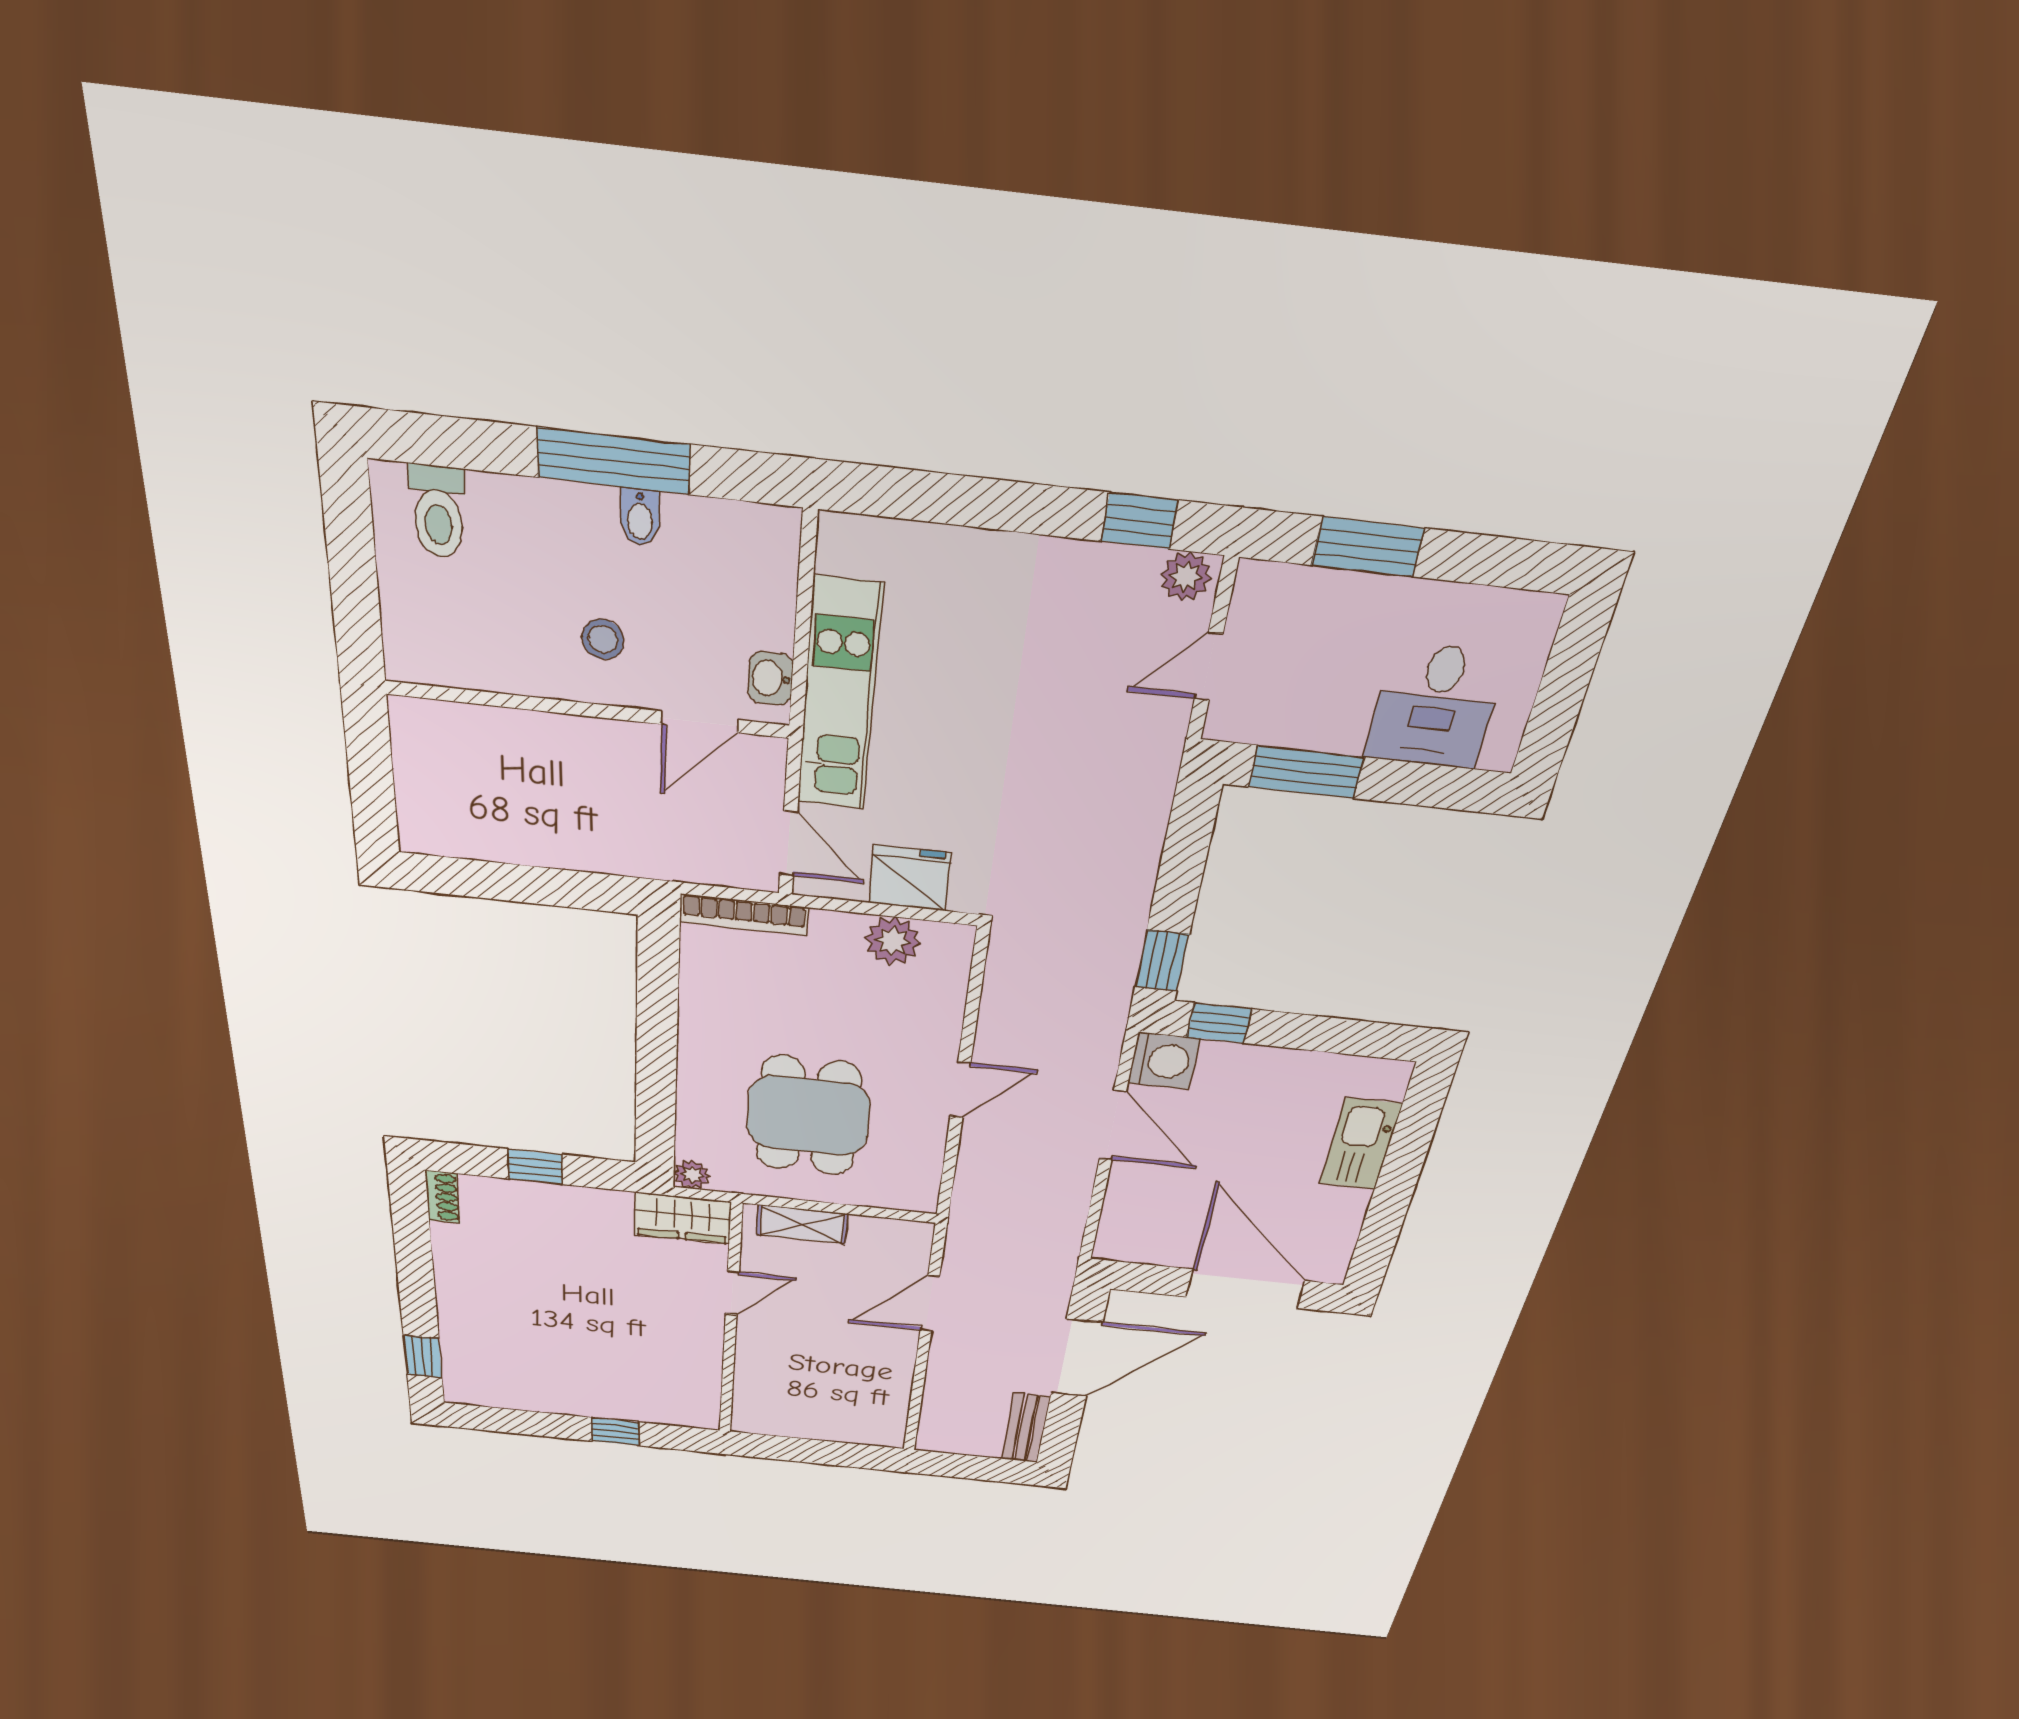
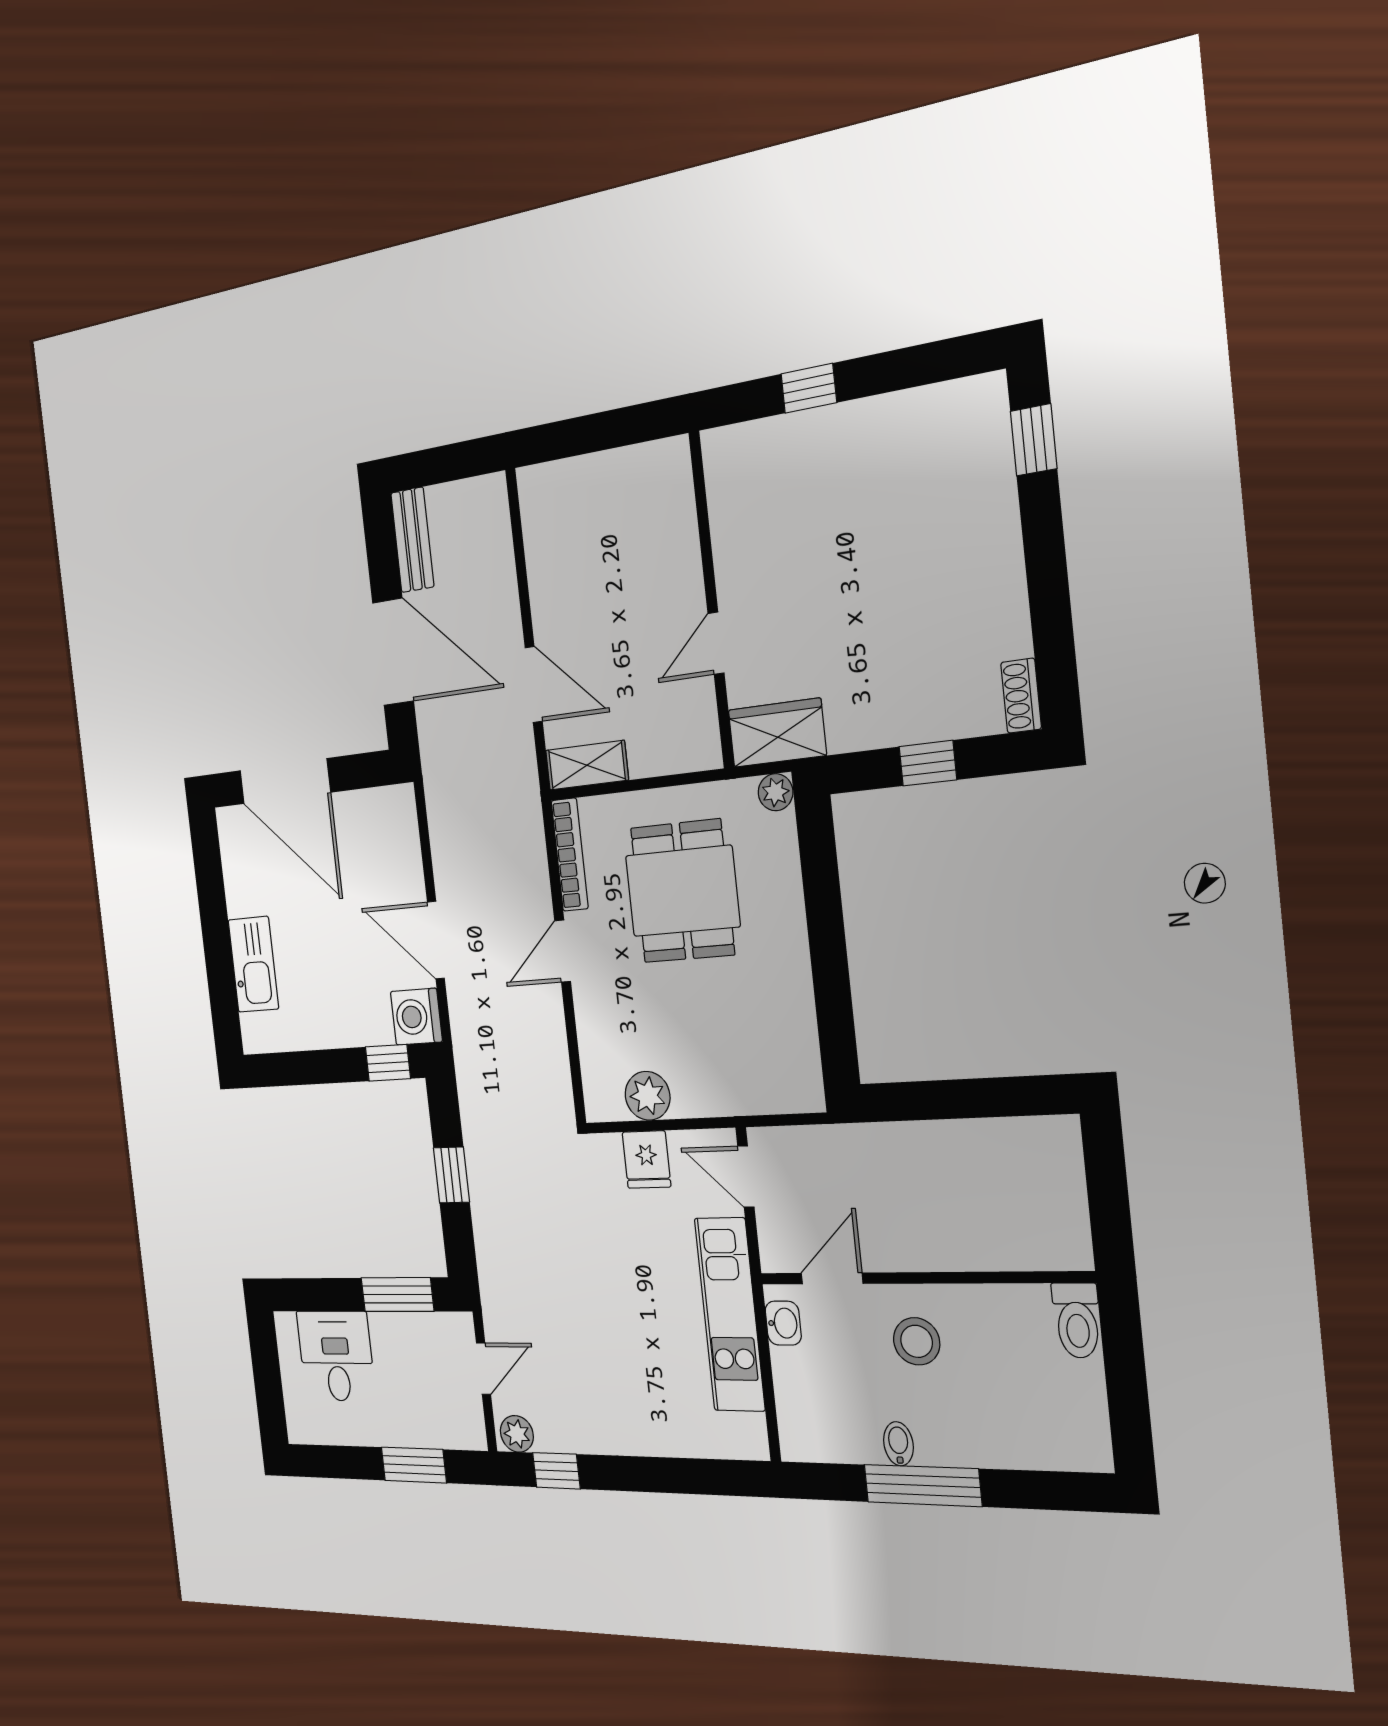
toilet: (438, 512) -> (1077, 1320), moved, turned 180
stool: (603, 639) -> (917, 1341), width x1.37, depth x1.37
fridge: (910, 878) -> (647, 1159), width x0.72
bookcase: (744, 915) -> (570, 855), moved, turned 90
window: (1162, 961) -> (451, 1175), moved
shelving: (802, 1225) -> (587, 765), moved
door: (930, 1303) -> (534, 685), hinge flipped
door: (1077, 1358) -> (393, 652), swing flipped

